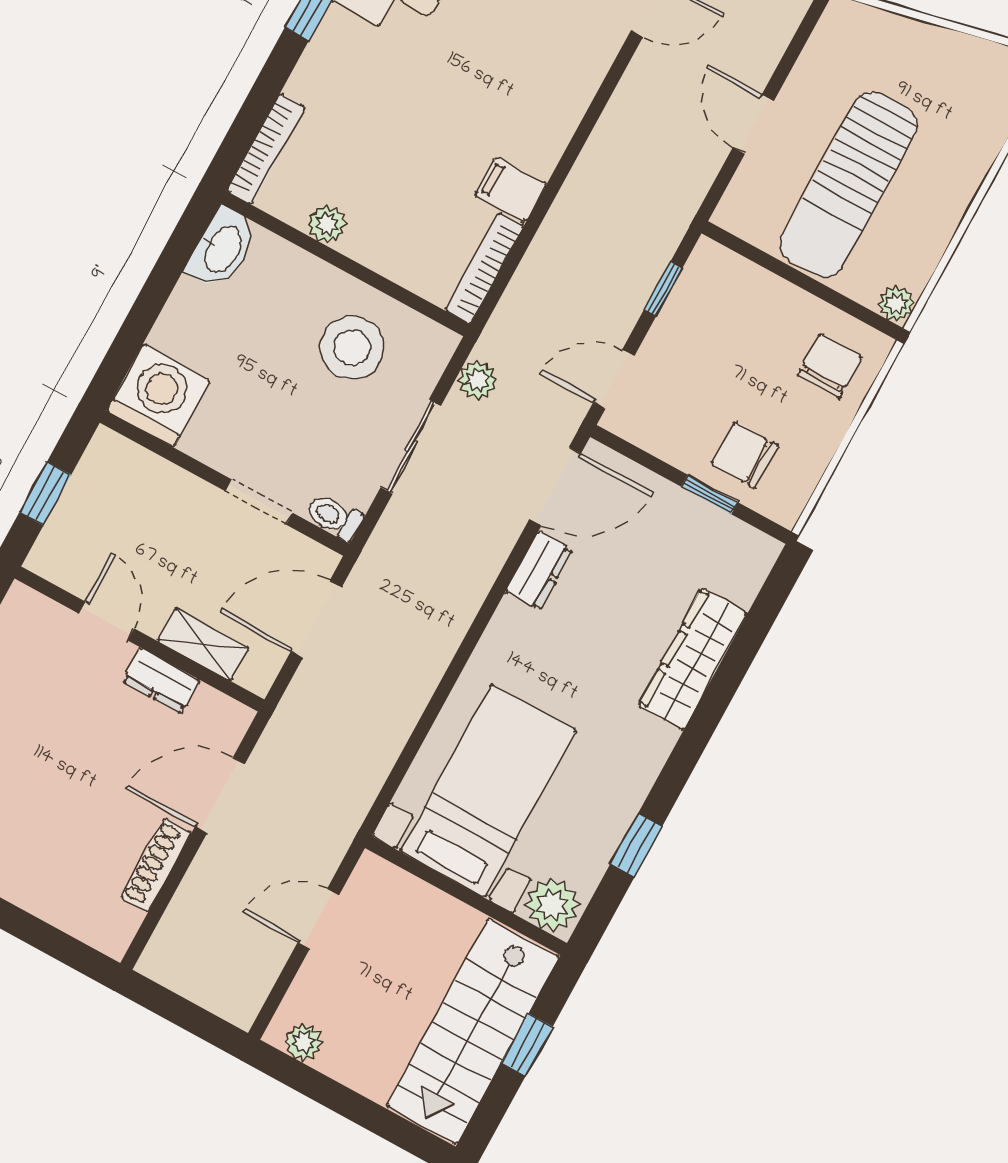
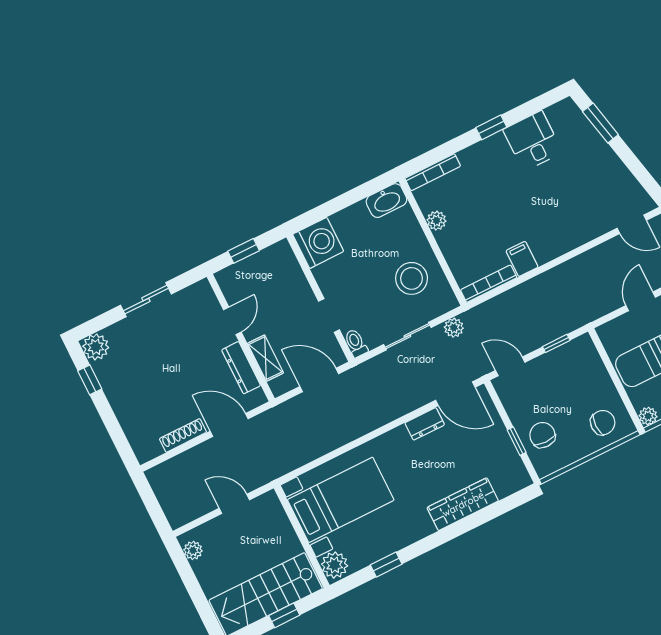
dresser: (161, 681) -> (241, 368), width x1.44

